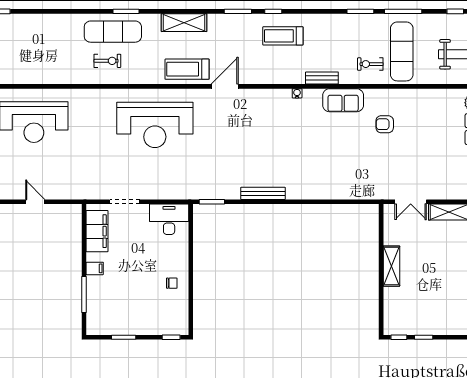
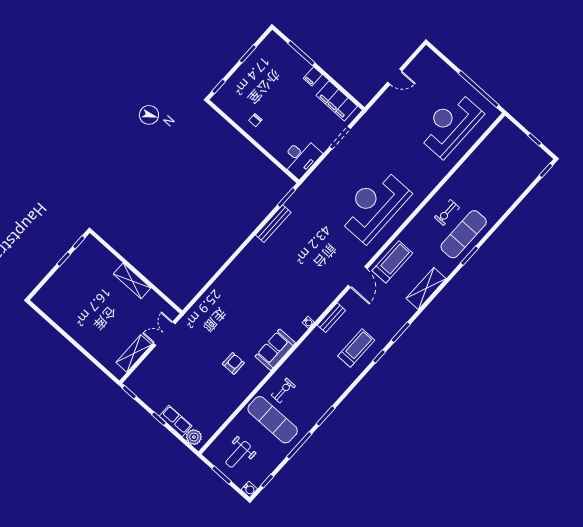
bench: (322, 78) -> (331, 318), moved
bench: (263, 193) -> (273, 224), moved

